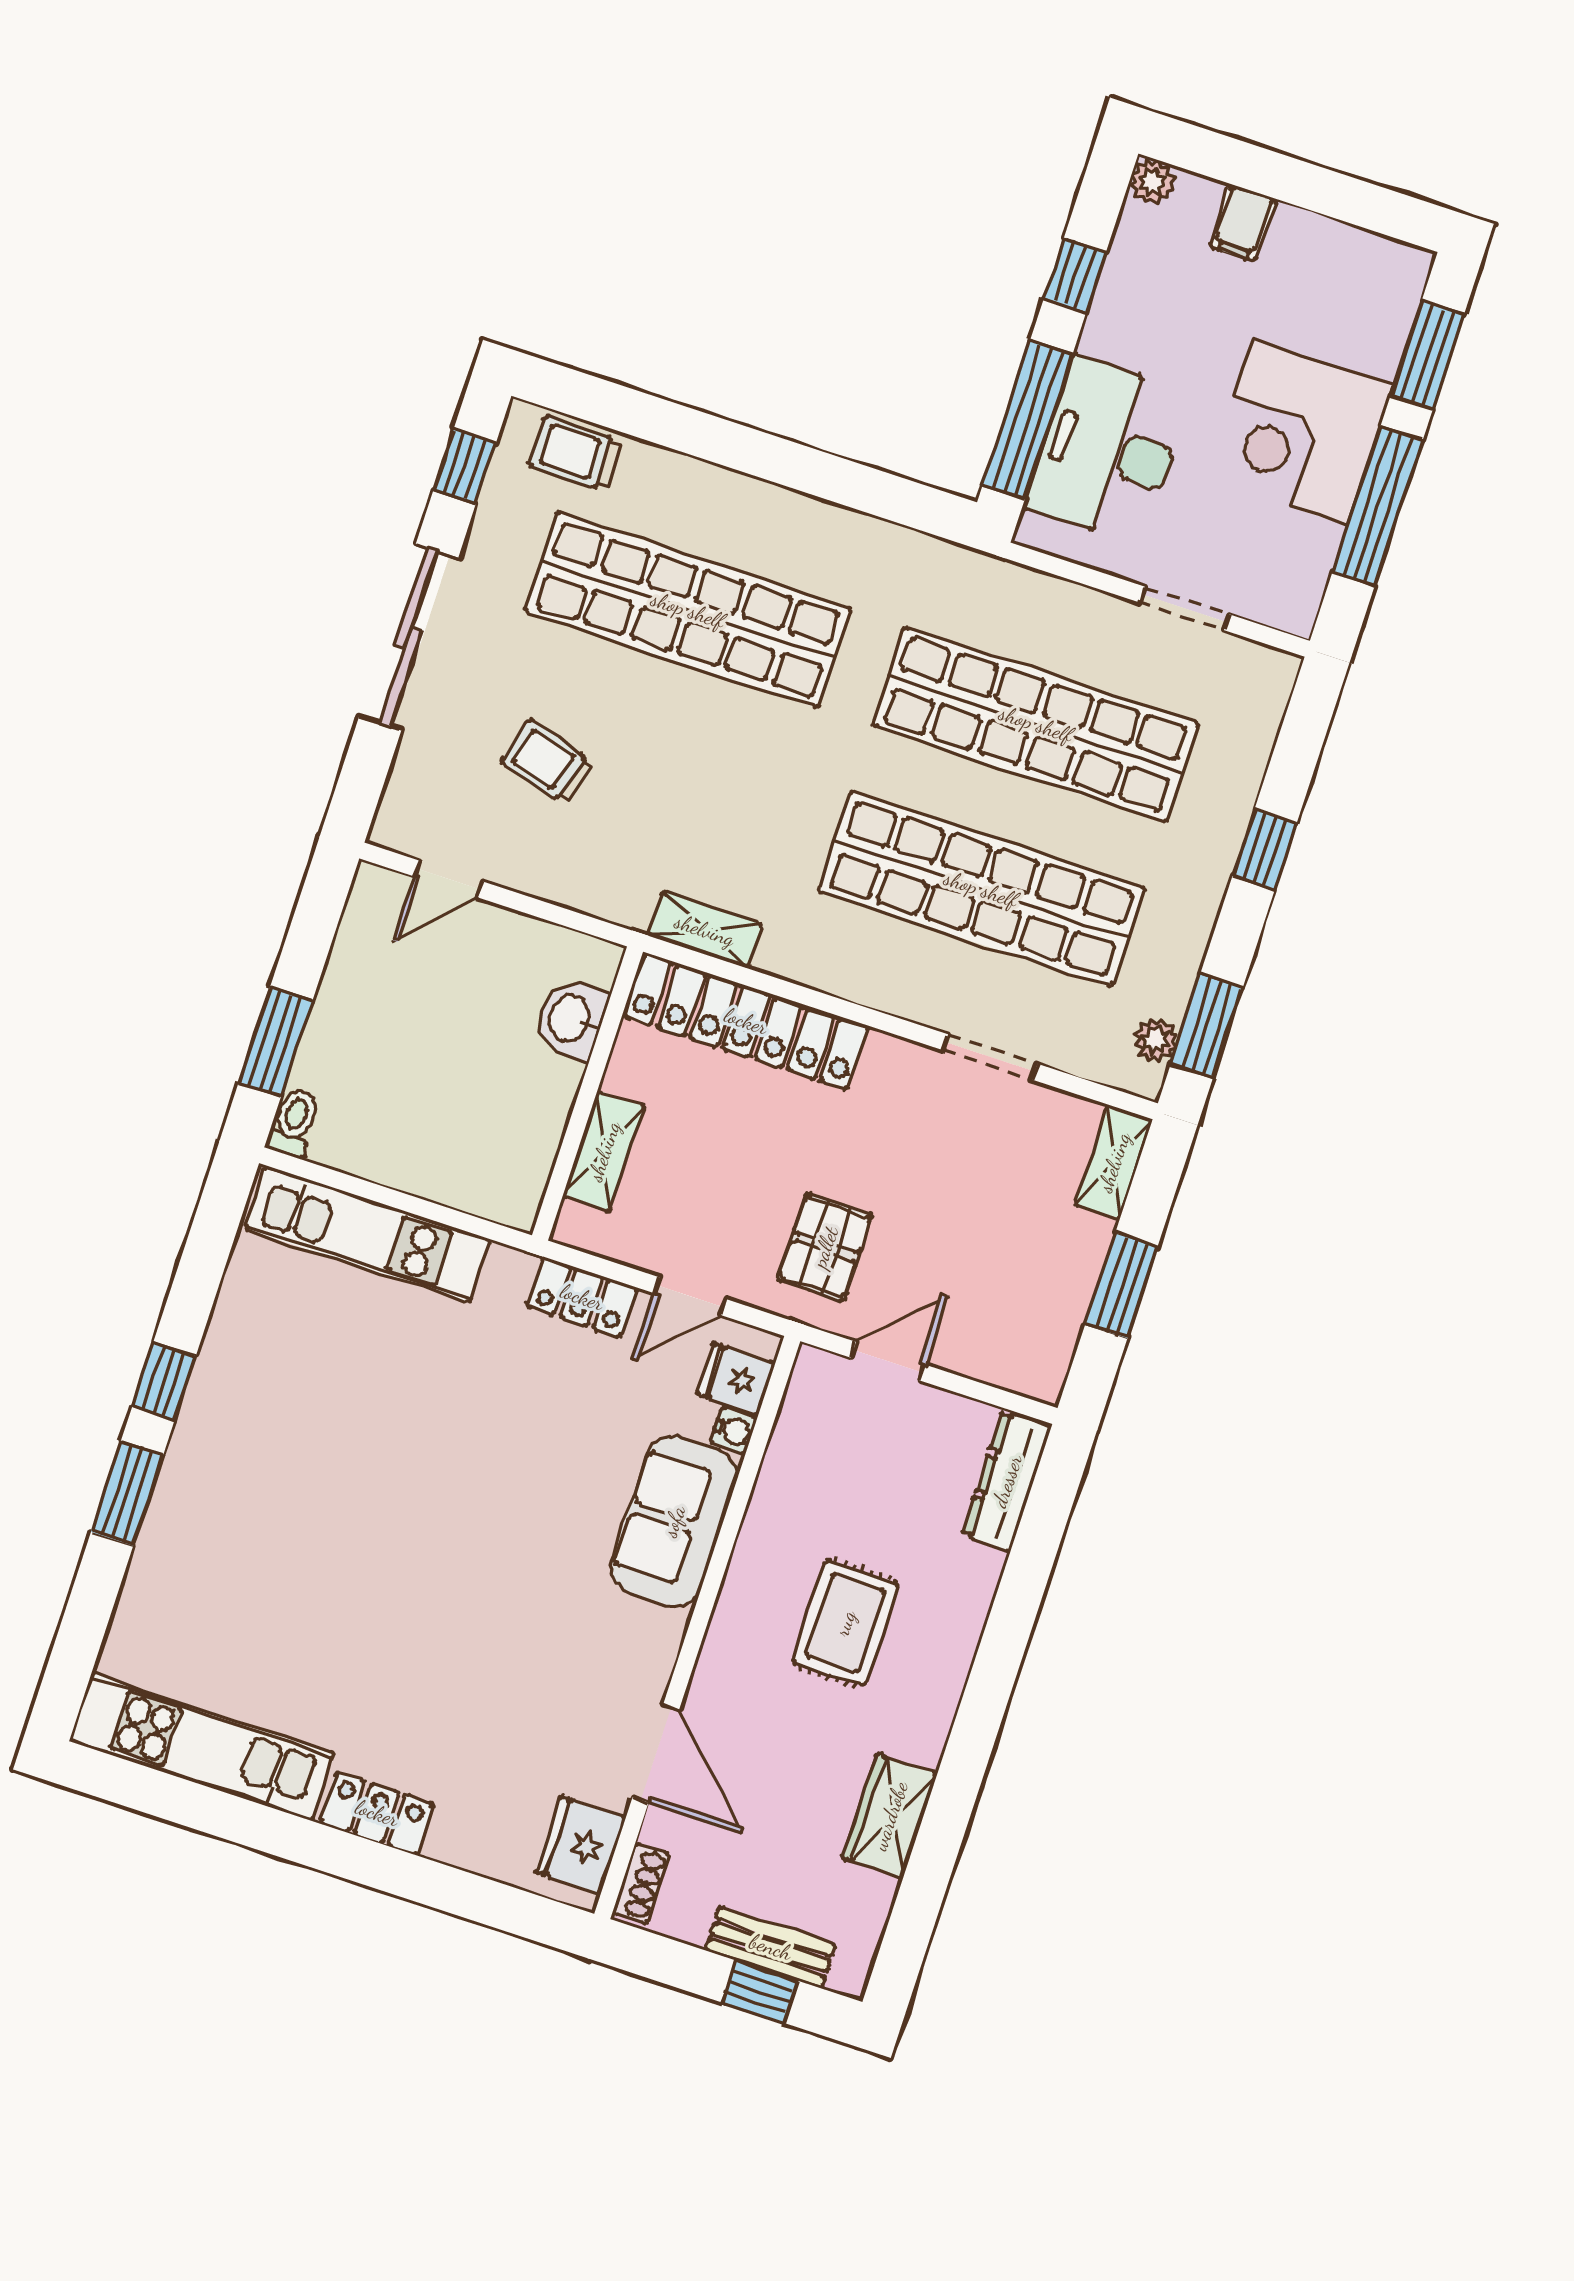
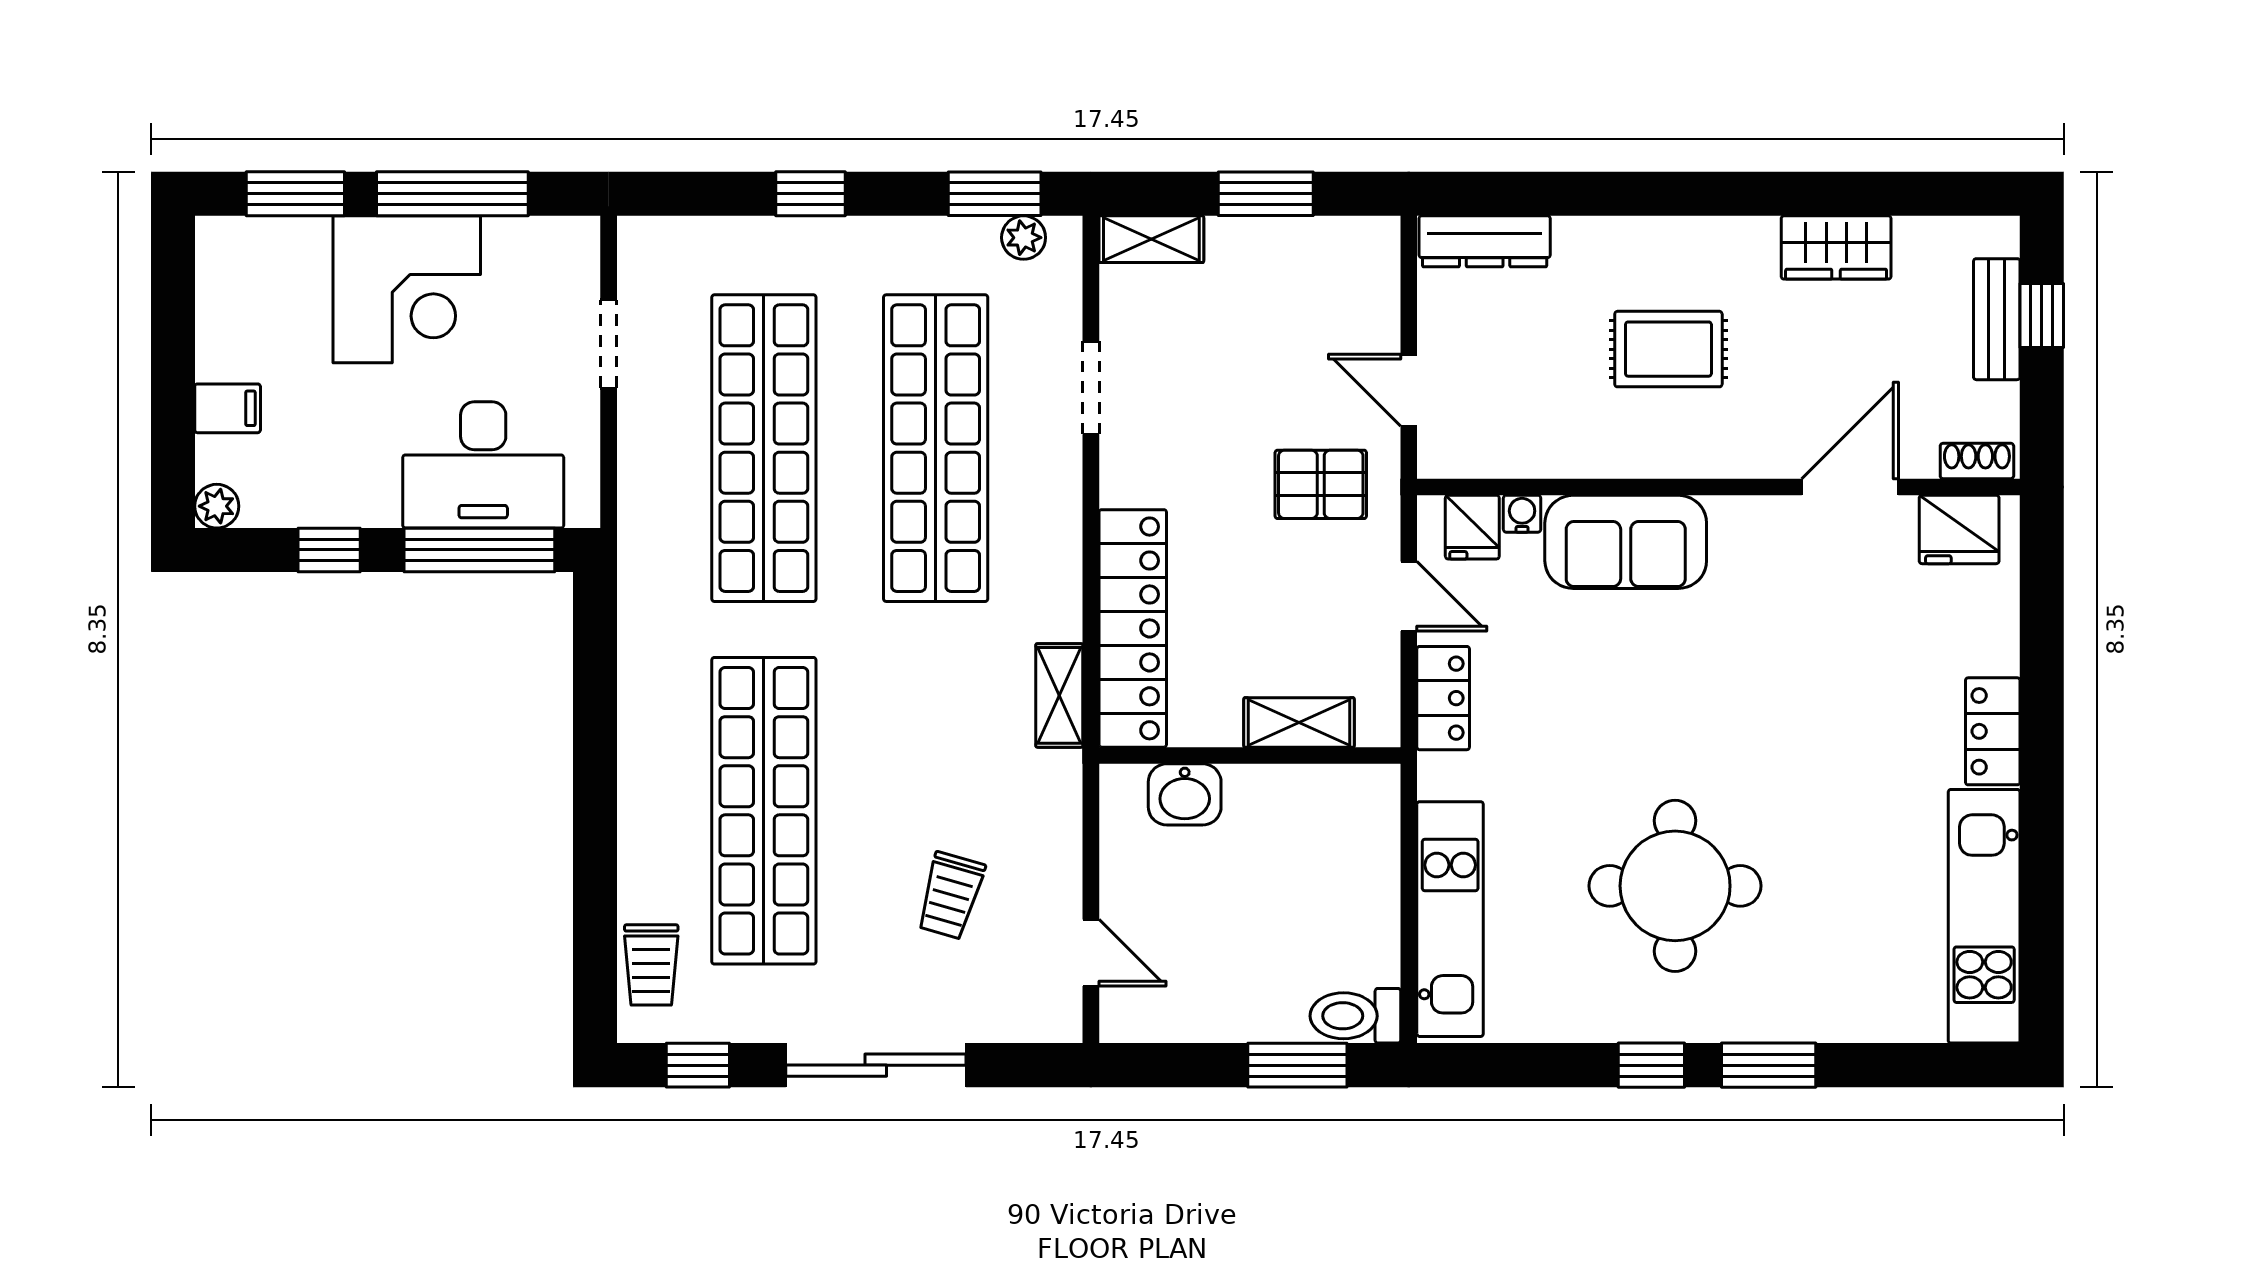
toilet: (294, 1122) -> (1355, 1016), width x1.37, depth x1.39
round table: (328, 1460) -> (1675, 886), added

